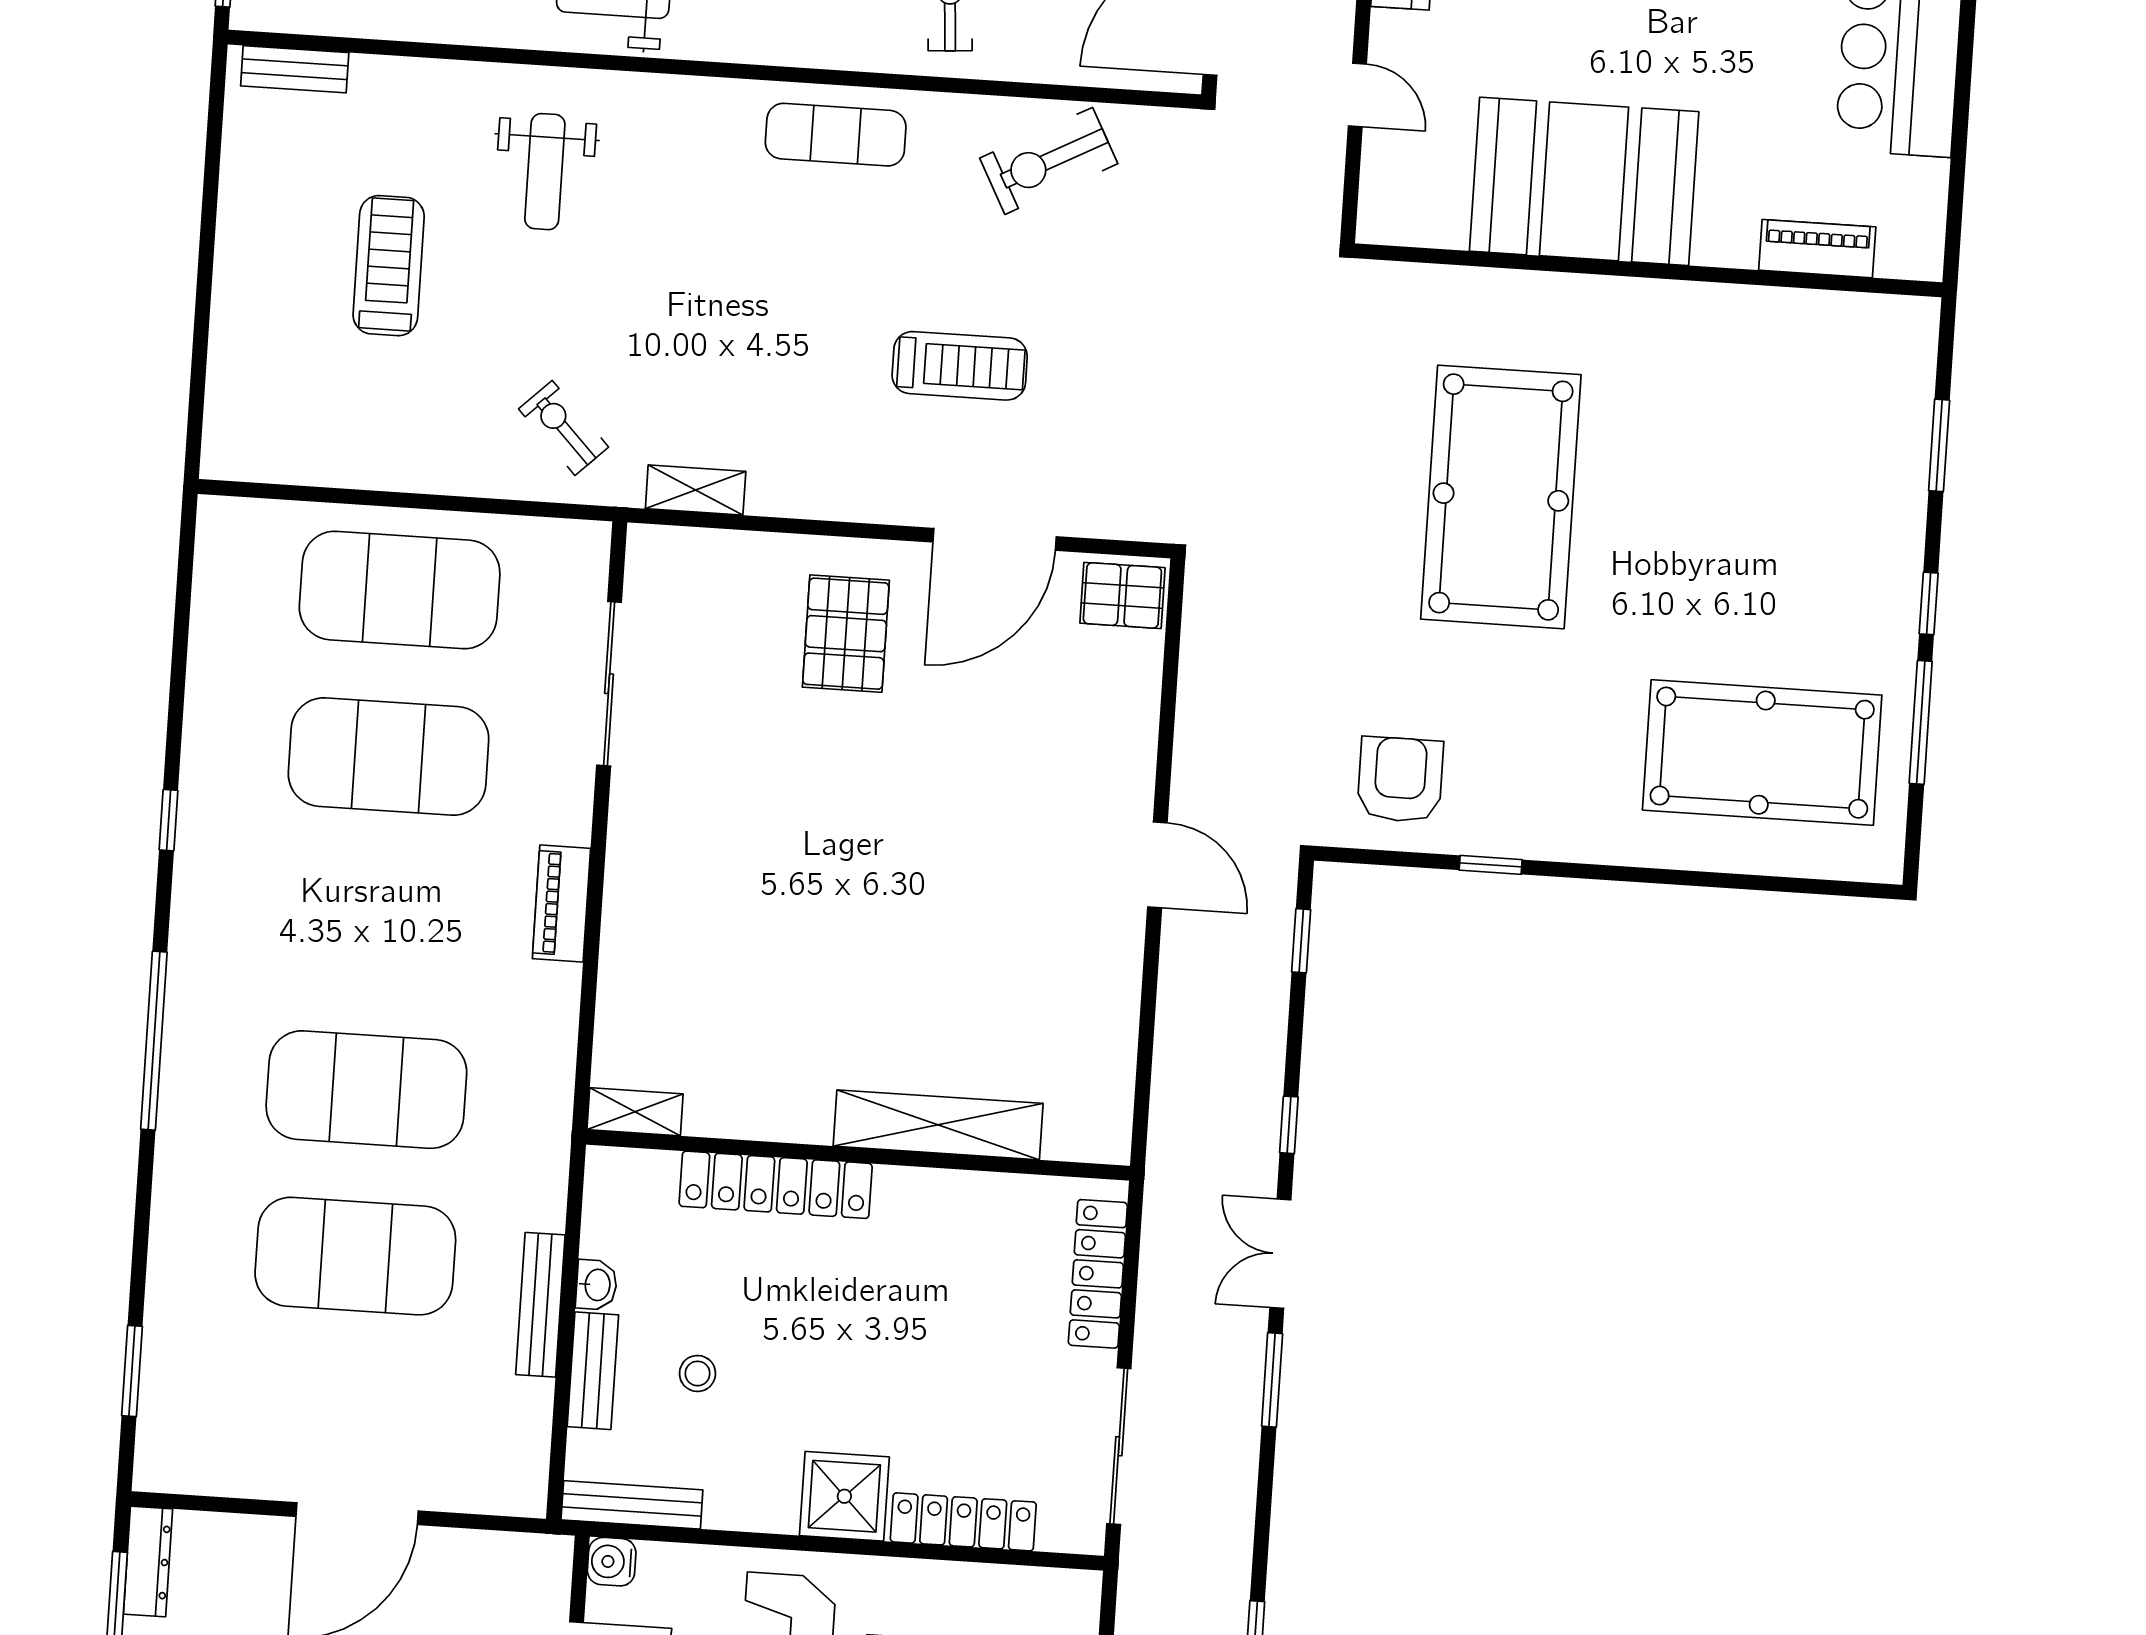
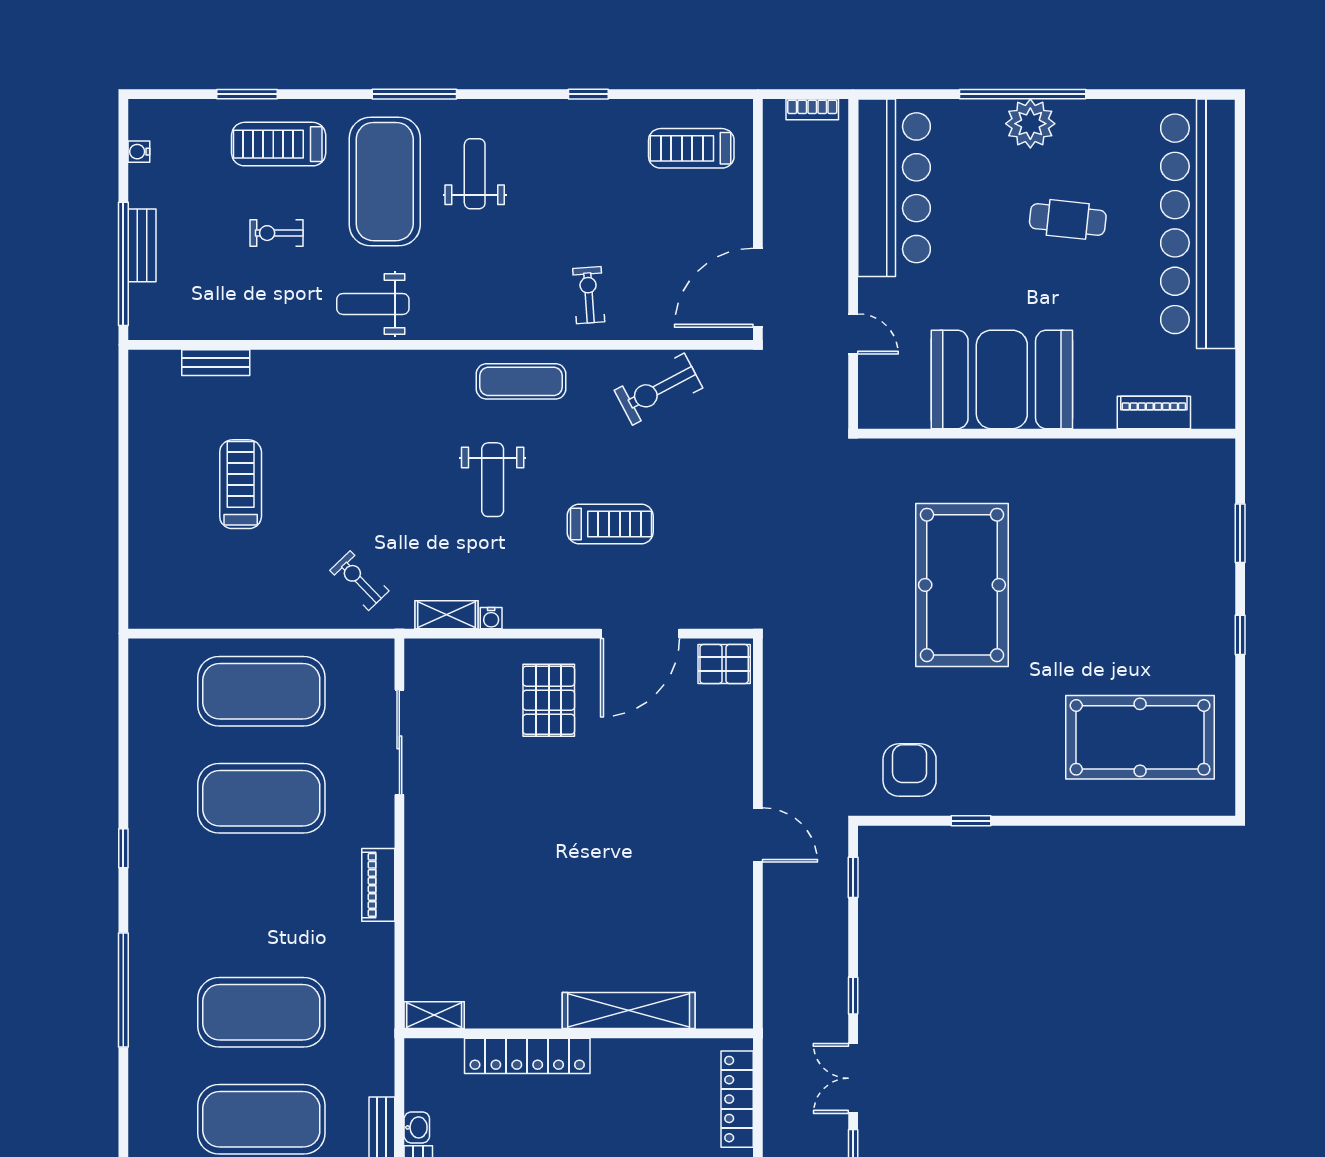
bench: (295, 69) -> (216, 363), moved
weight bench: (545, 172) -> (493, 480), moved
water cooler: (765, 500) -> (491, 618), added
window: (1921, 722) -> (1240, 711), removed

